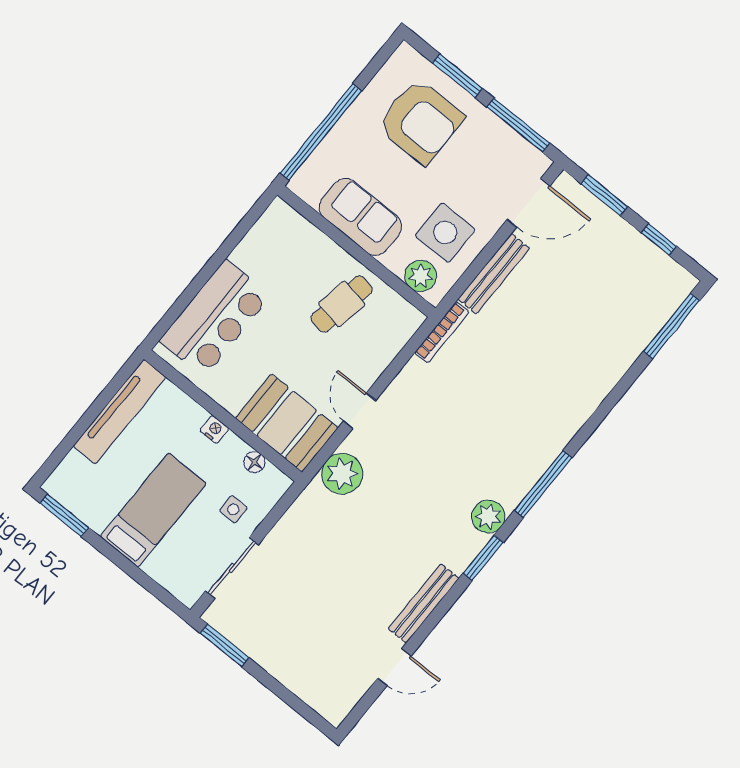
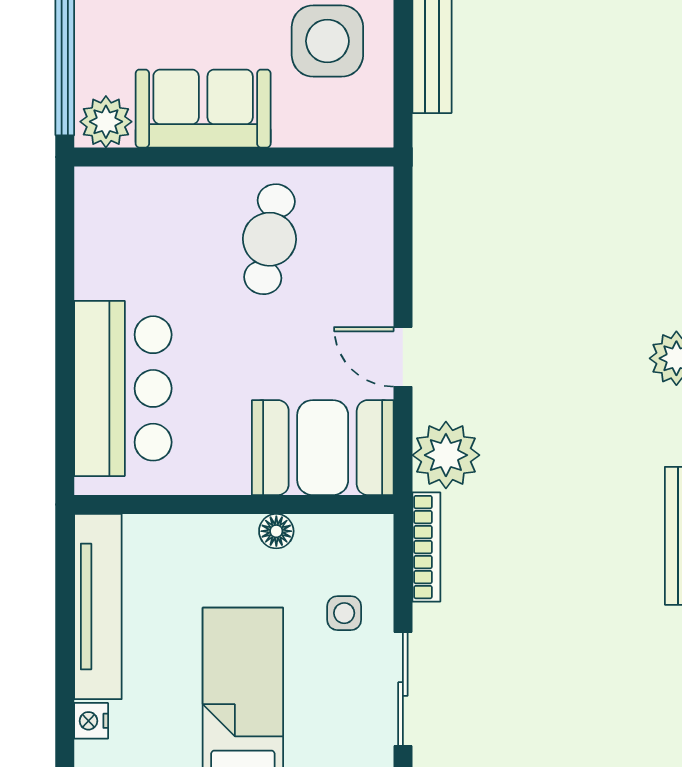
plant: (421, 276) -> (106, 122), moved
bookcase: (442, 332) -> (426, 547), moved
nightstand: (214, 429) -> (91, 721), moved, turned -90
floor lamp: (254, 462) -> (276, 531), moved

